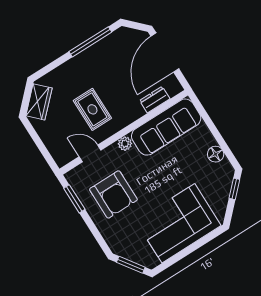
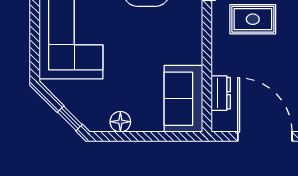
sofa: (166, 127) -> (183, 99), width x0.73
plant: (125, 144) -> (194, 31), removed

